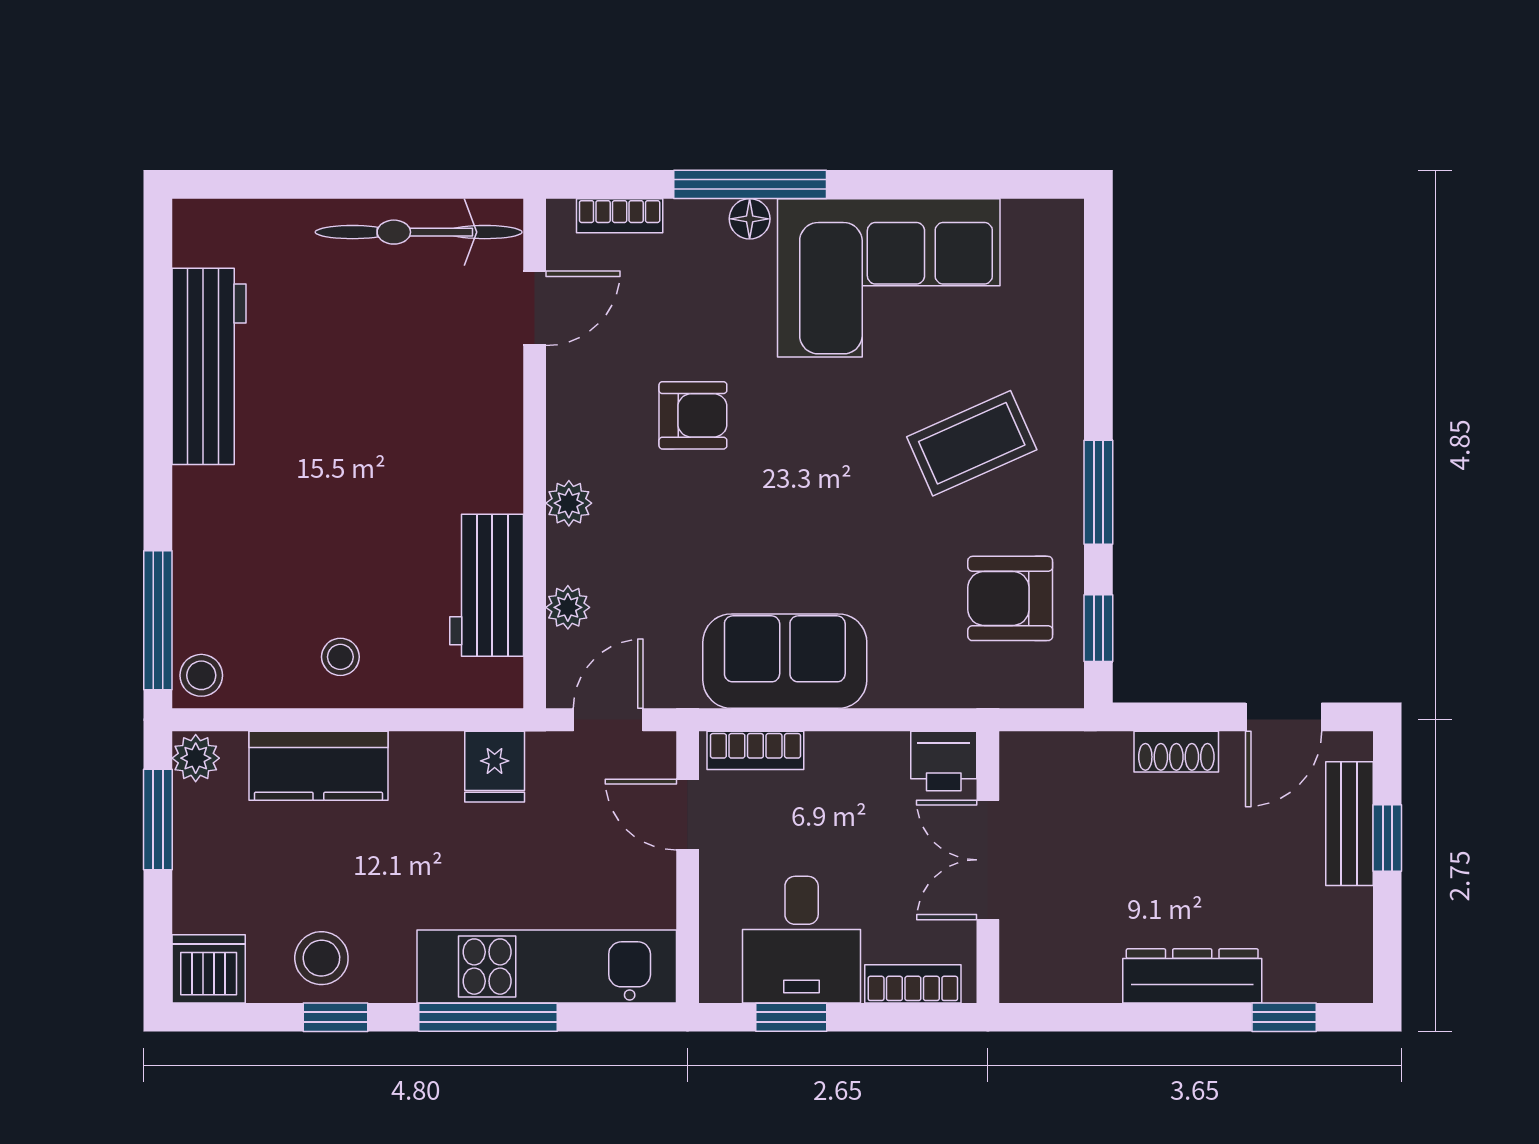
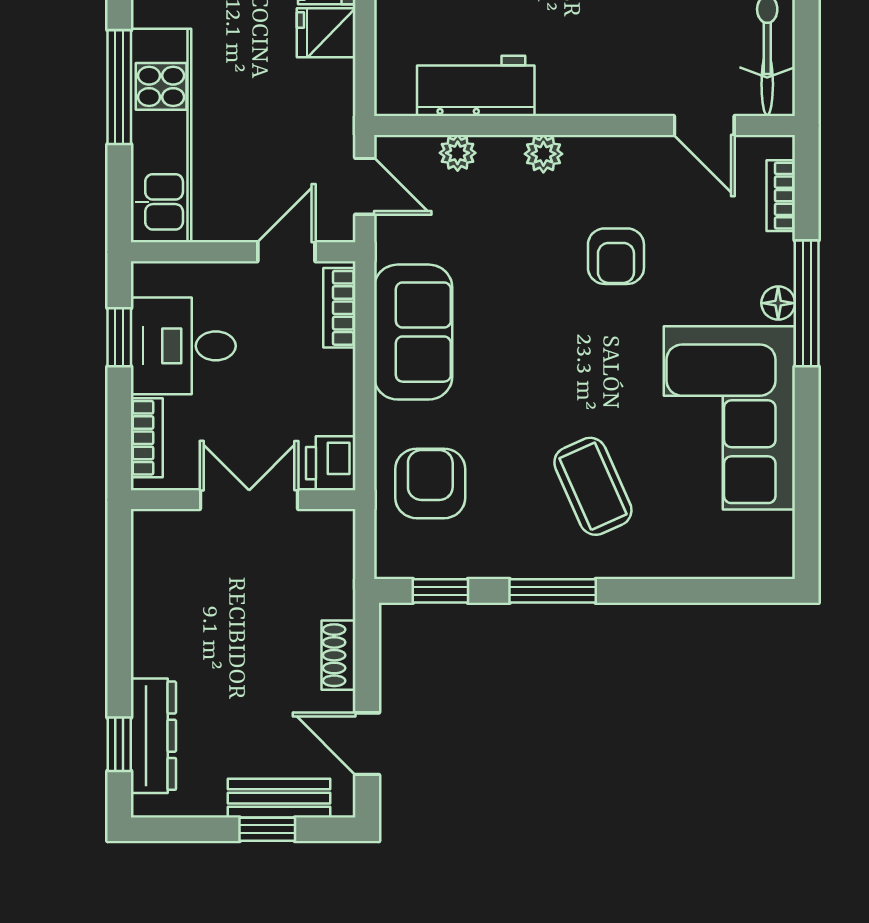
armchair: (1010, 598) -> (430, 483), moved
fridge: (495, 767) -> (326, 33), moved
dresser: (1192, 976) -> (153, 736), moved

